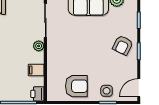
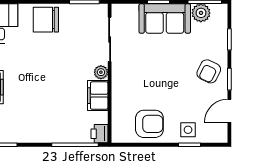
filing cabinet: (36, 70) -> (98, 96), width x2.00
door: (139, 88) -> (229, 111), moved

